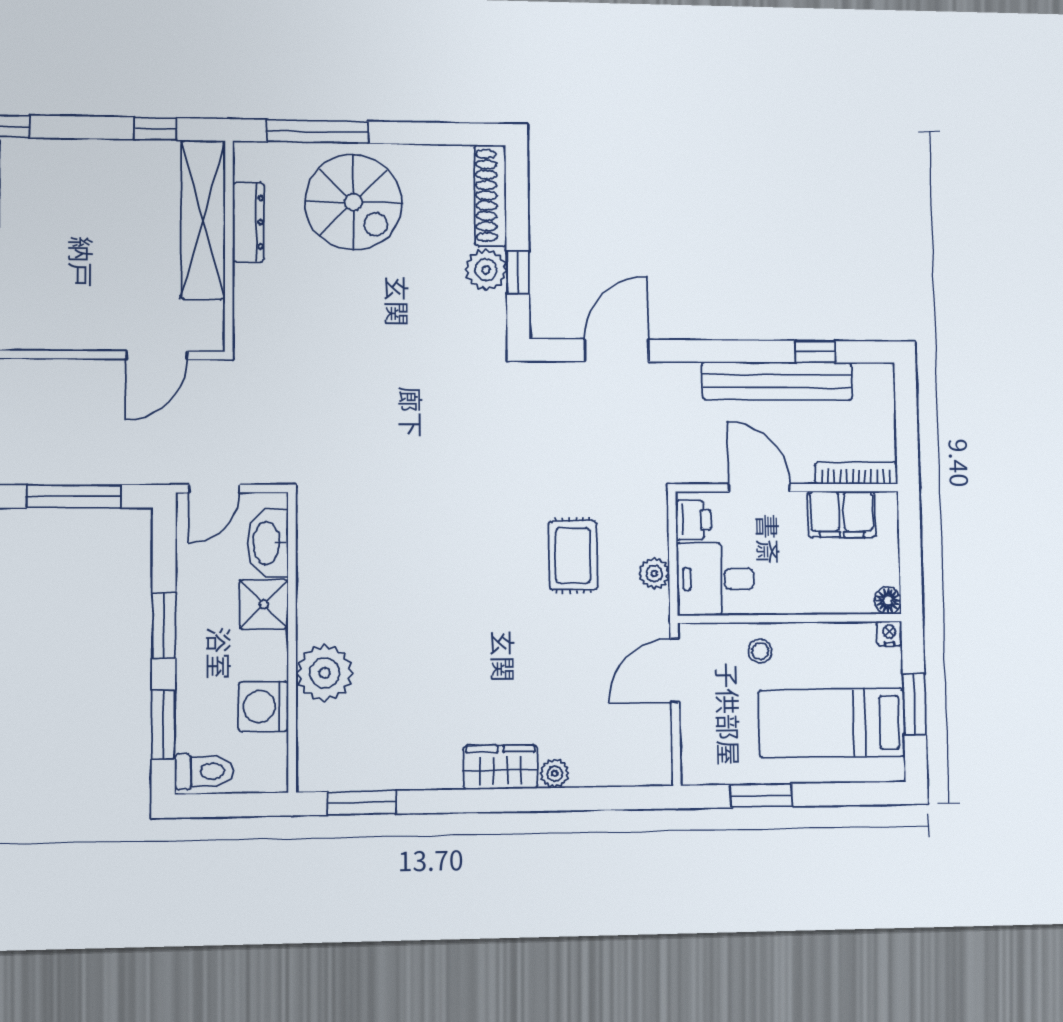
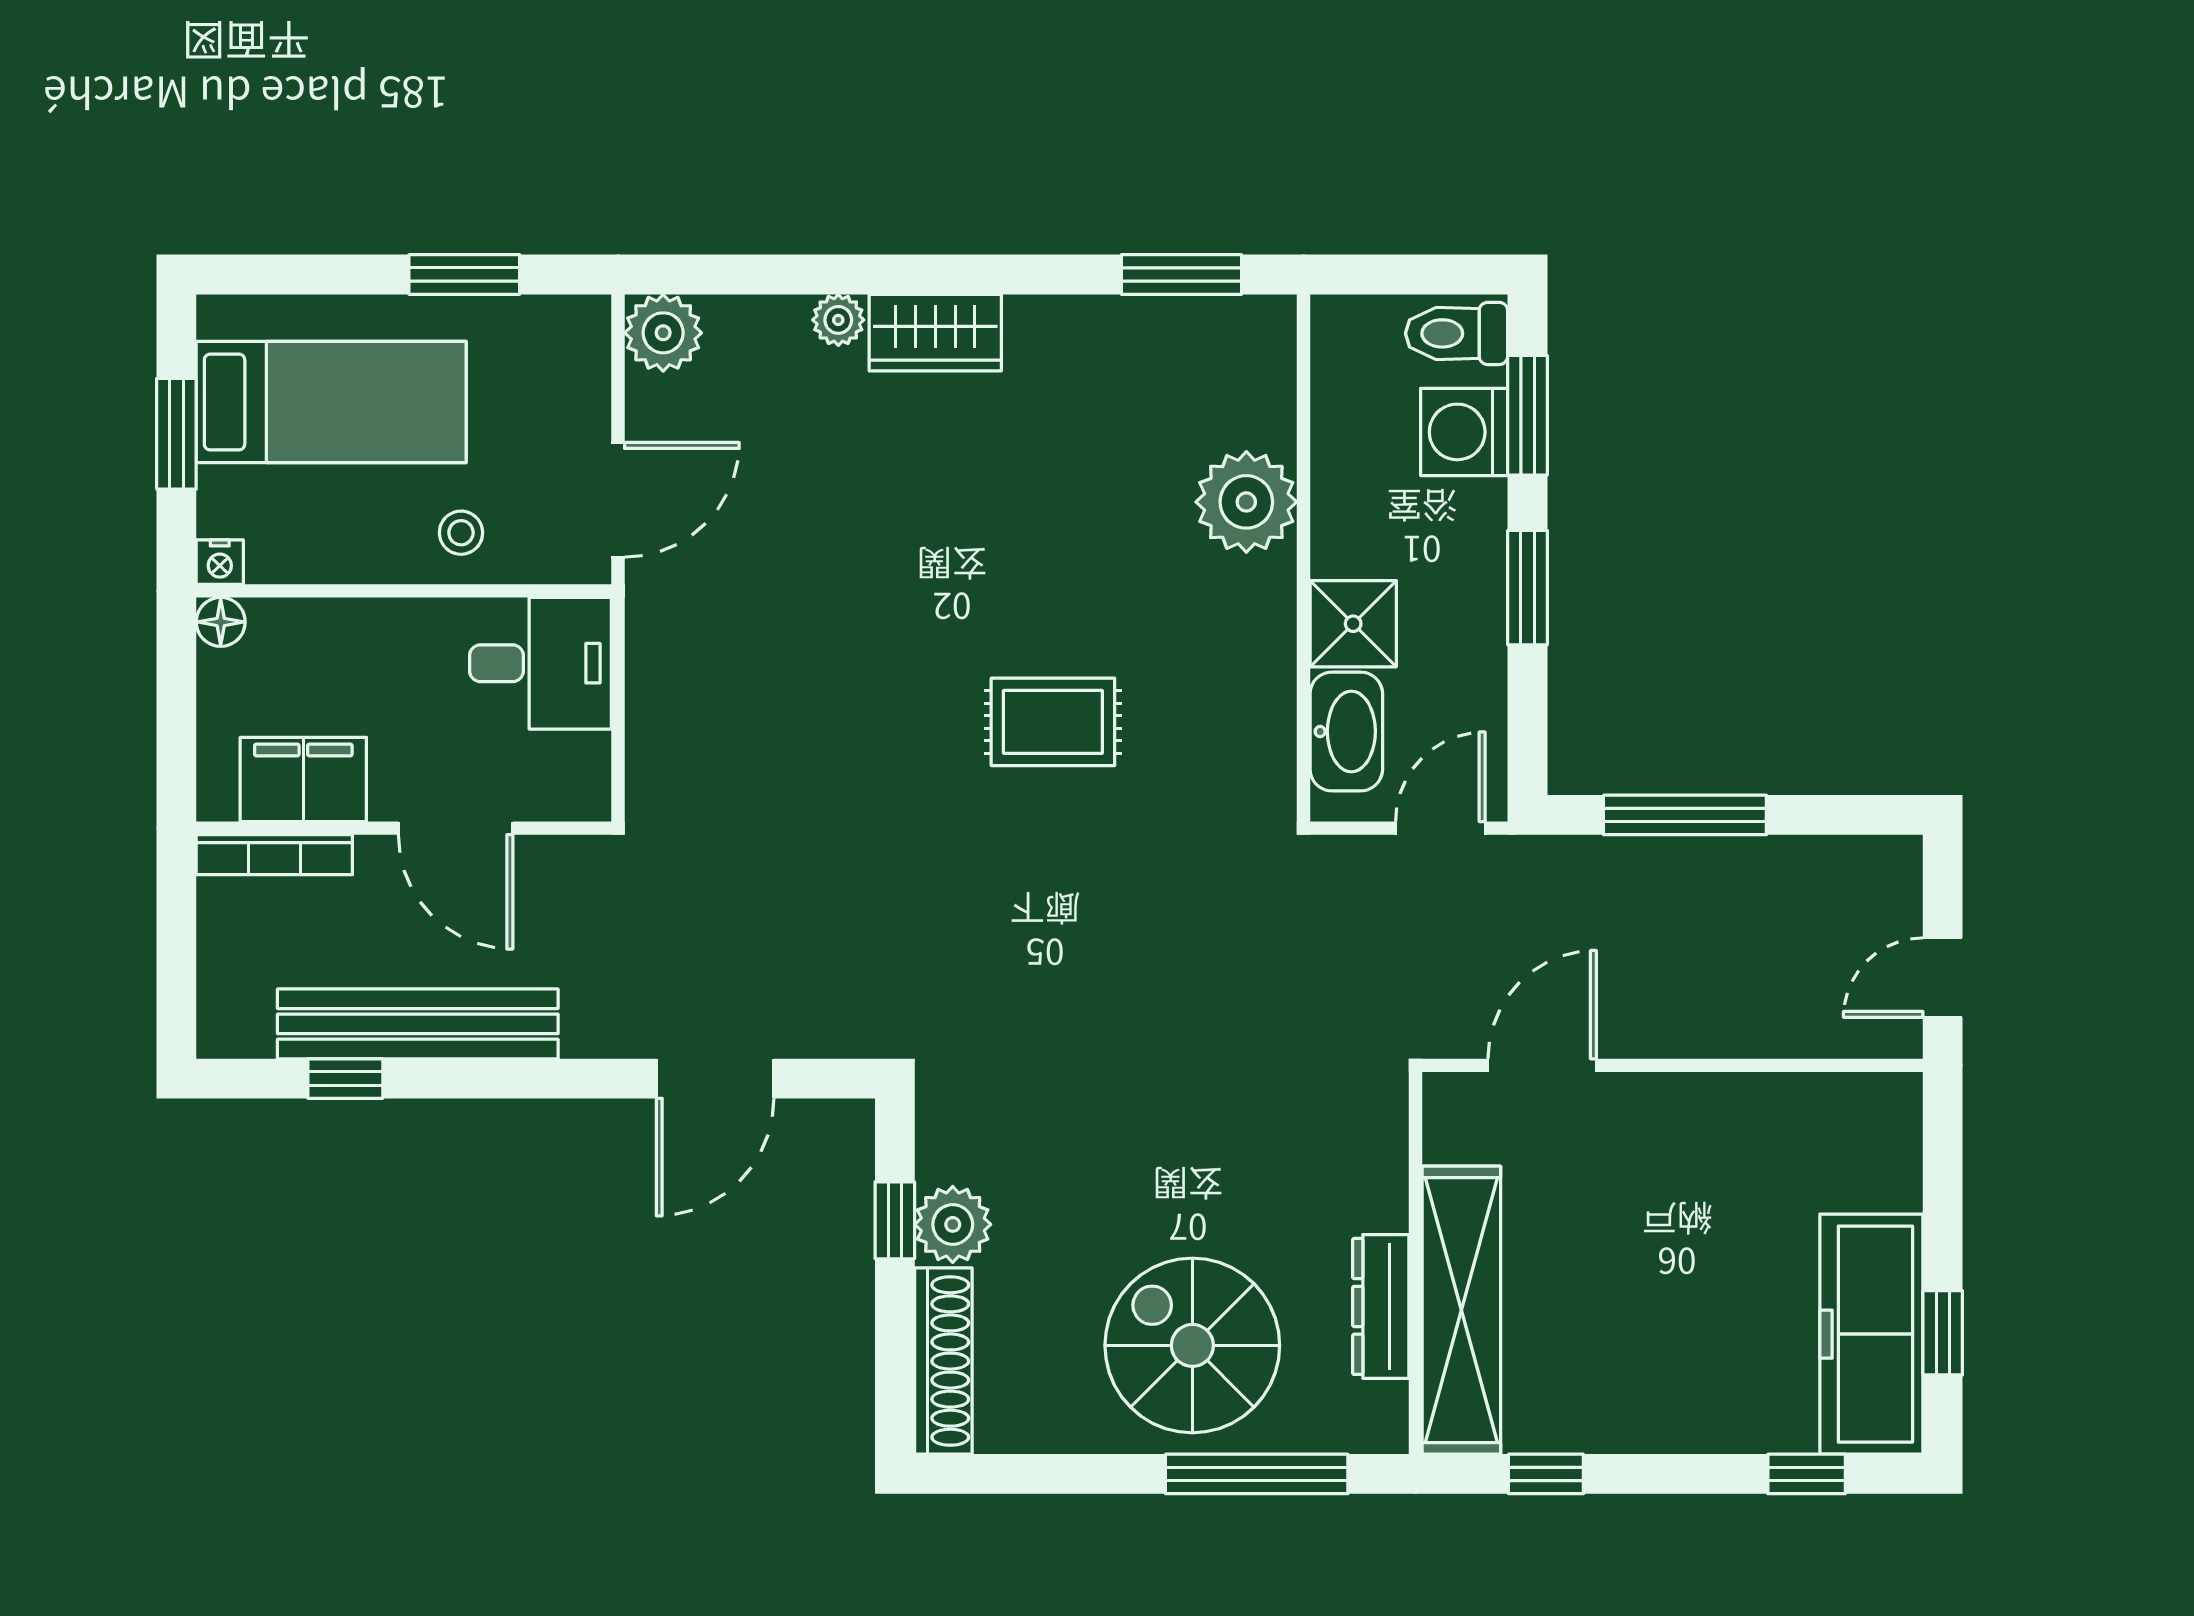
printer: (693, 520) -> (579, 770), removed
rug: (573, 555) -> (1053, 722), moved, turned 90
plant: (654, 573) -> (663, 333), moved, width x1.38, depth x1.38
washing machine: (263, 706) -> (1464, 432), moved, turned 180

